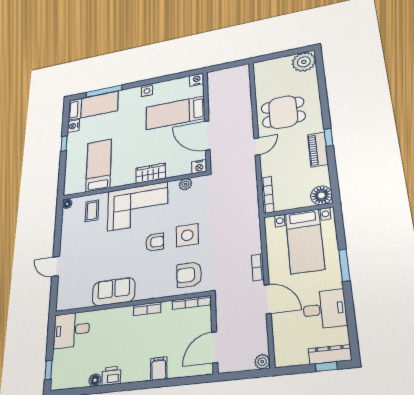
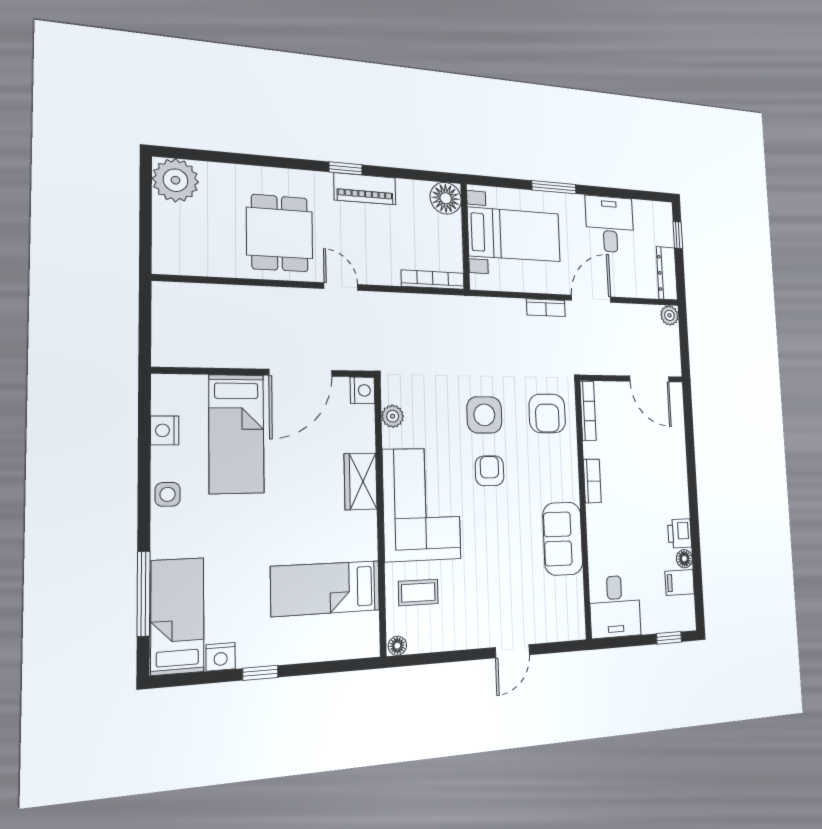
nightstand: (197, 80) -> (165, 430), moved
dresser: (330, 354) -> (667, 273), moved
filing cabinet: (159, 369) -> (680, 582), moved

